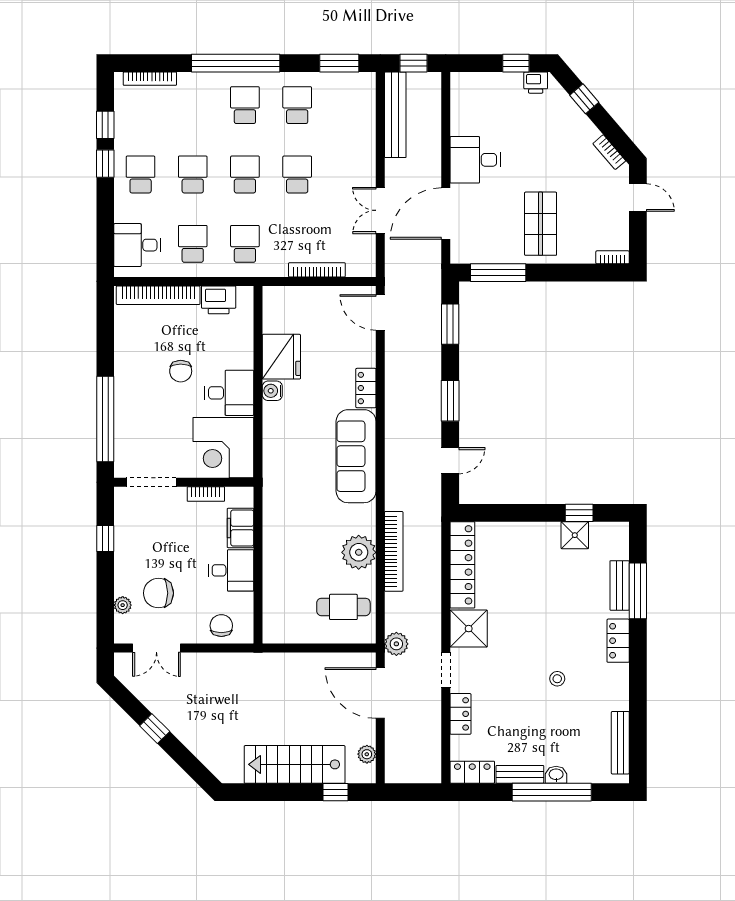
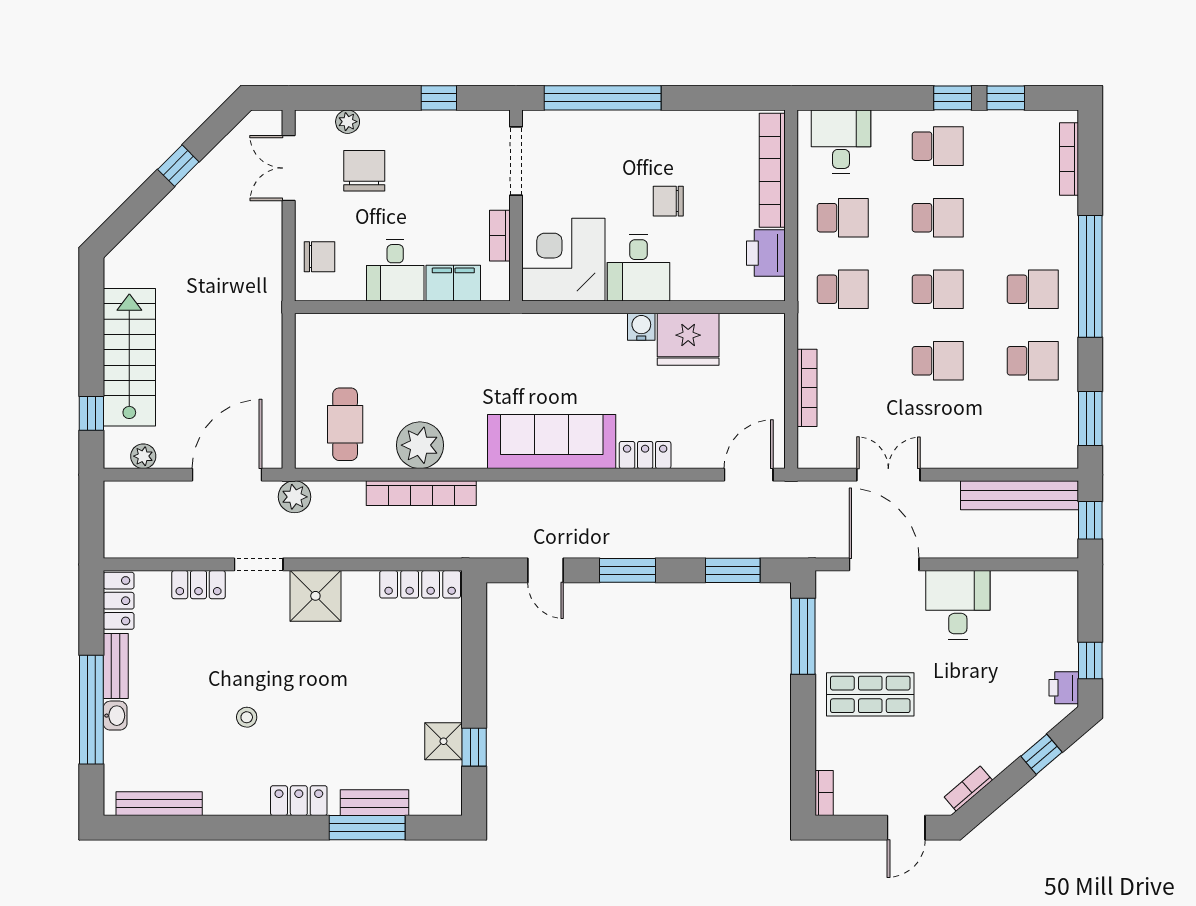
locker: (462, 565) -> (420, 584), width x0.71, depth x0.83

